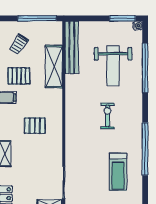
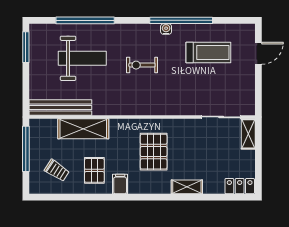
water cooler: (138, 26) -> (166, 29), moved
pallet: (35, 126) -> (154, 152), width x1.50, depth x1.42

